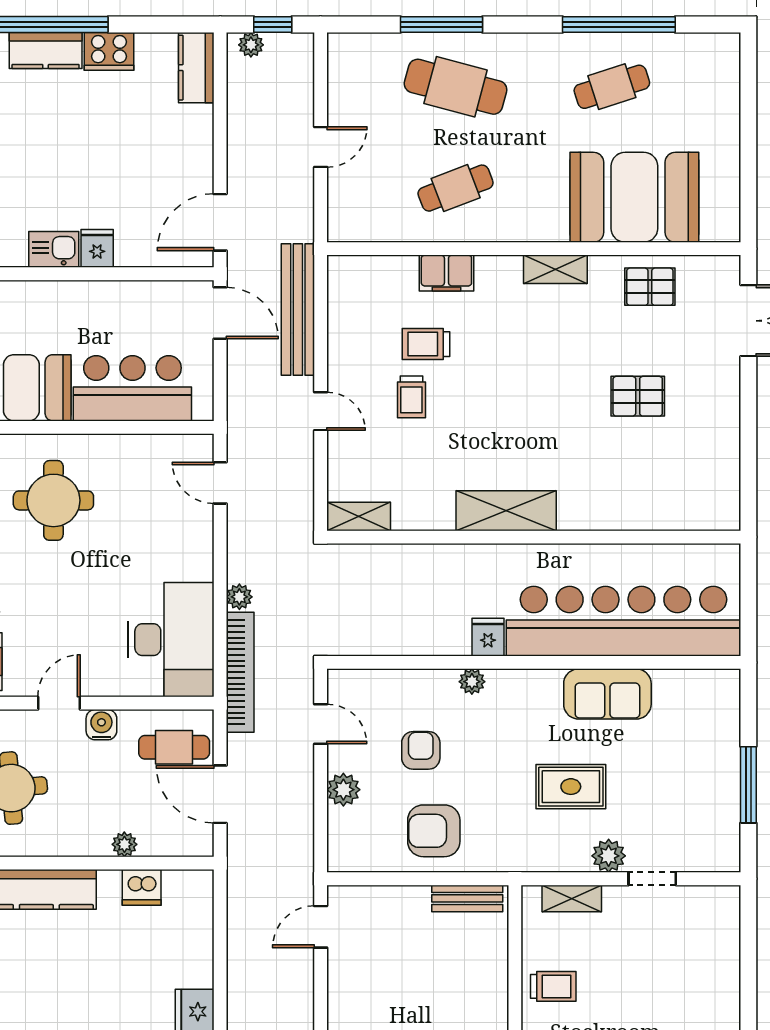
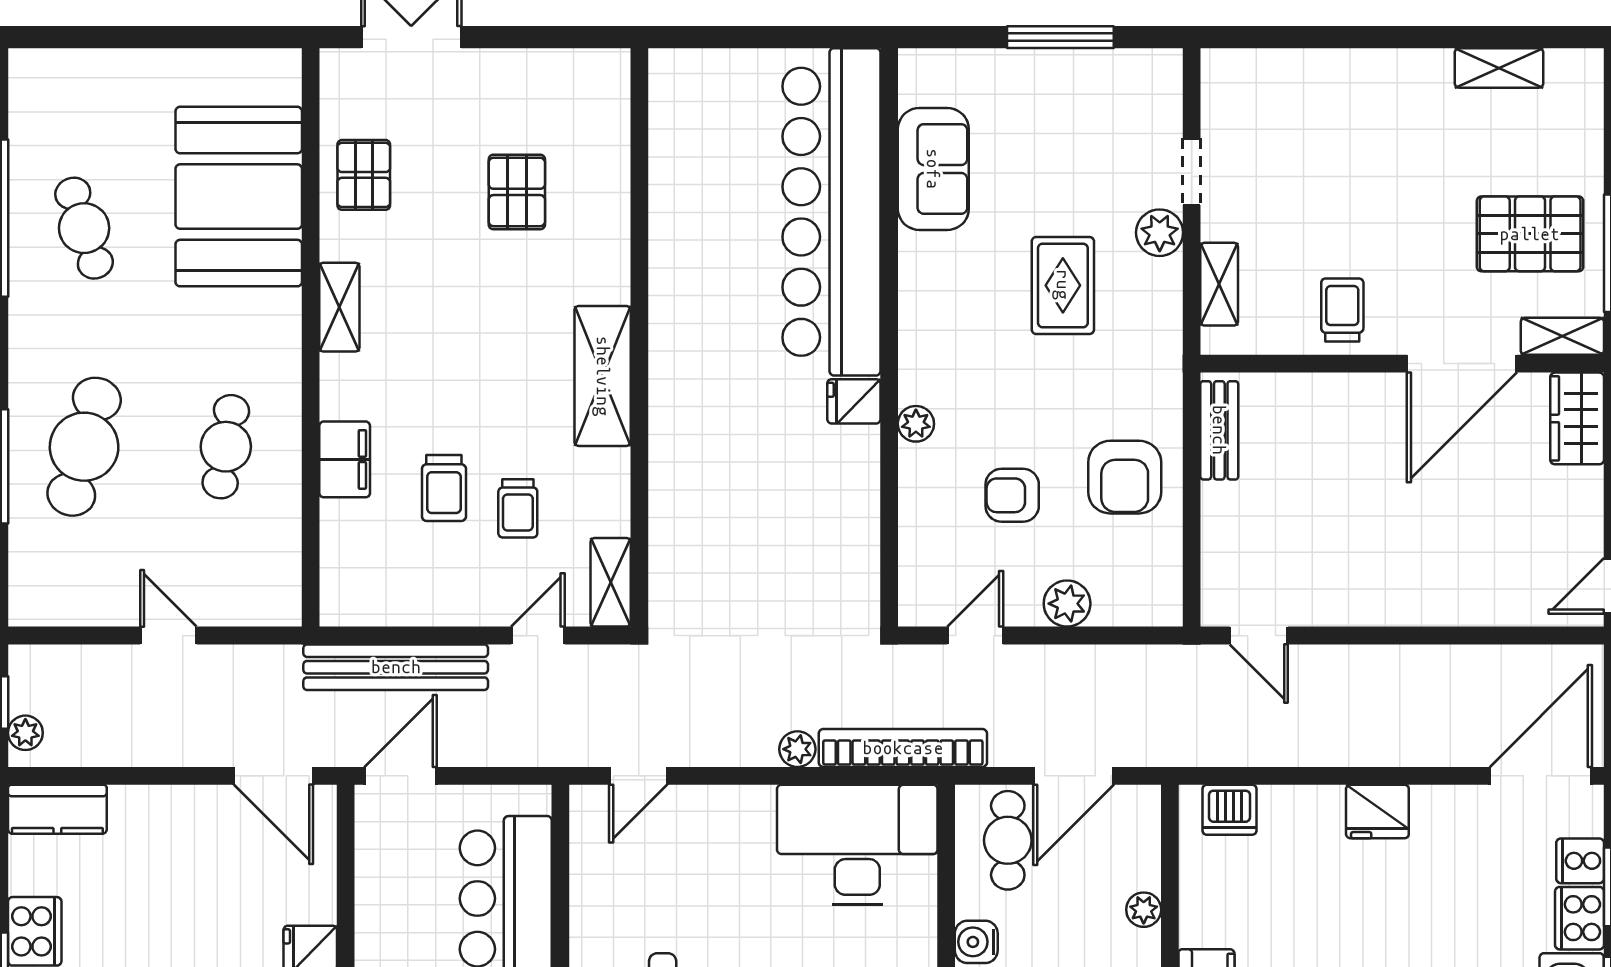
cafe table: (456, 188) -> (226, 447), turned 30
trolley: (411, 397) -> (518, 508), turned 90
shelving: (506, 511) -> (603, 376), moved
shelving: (359, 516) -> (611, 582), moved
wall: (534, 537) -> (639, 337), moved
sofa: (607, 694) -> (933, 169), moved
dishwasher: (142, 887) -> (1229, 810), moved, turned 90

